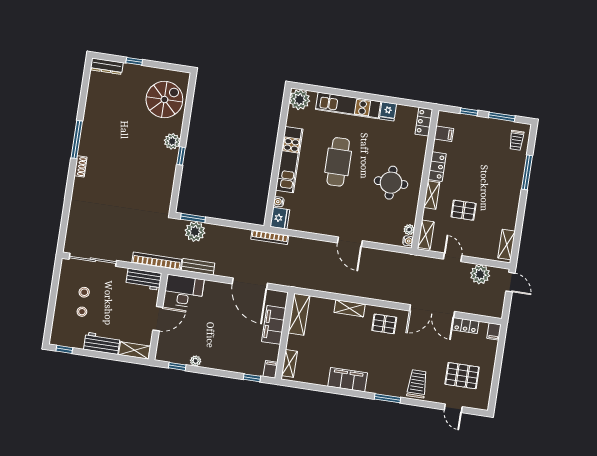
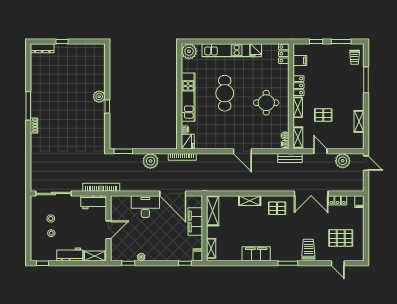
spiral stairs: (164, 100) -> (89, 66), removed
plant: (195, 232) -> (150, 161), moved
shelving: (507, 245) -> (359, 121), moved
bench: (198, 267) -> (290, 158), moved
desk: (184, 291) -> (145, 207), moved

